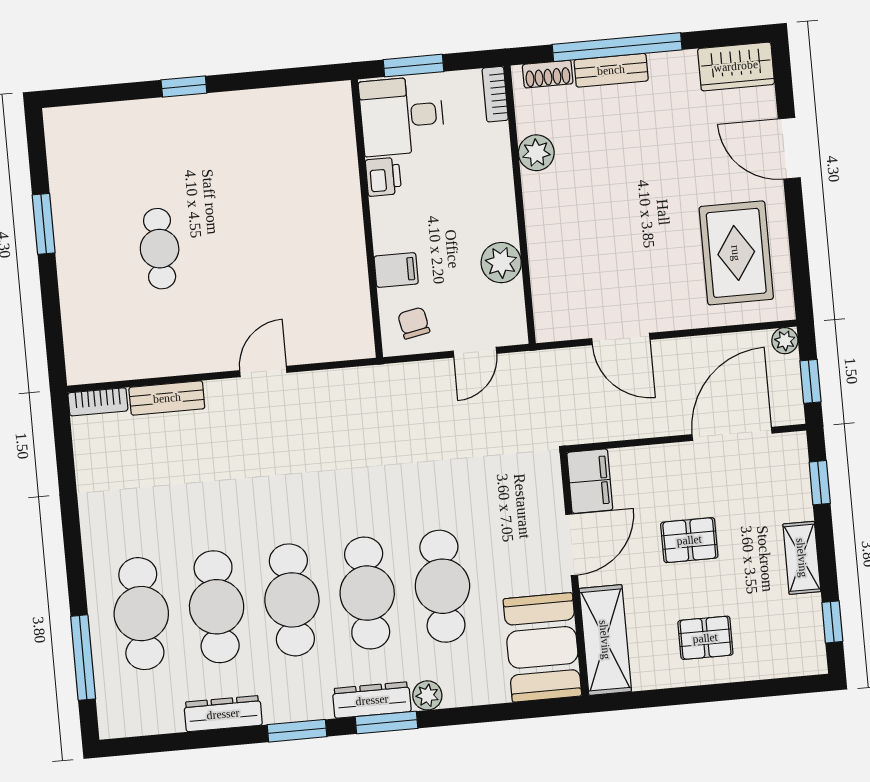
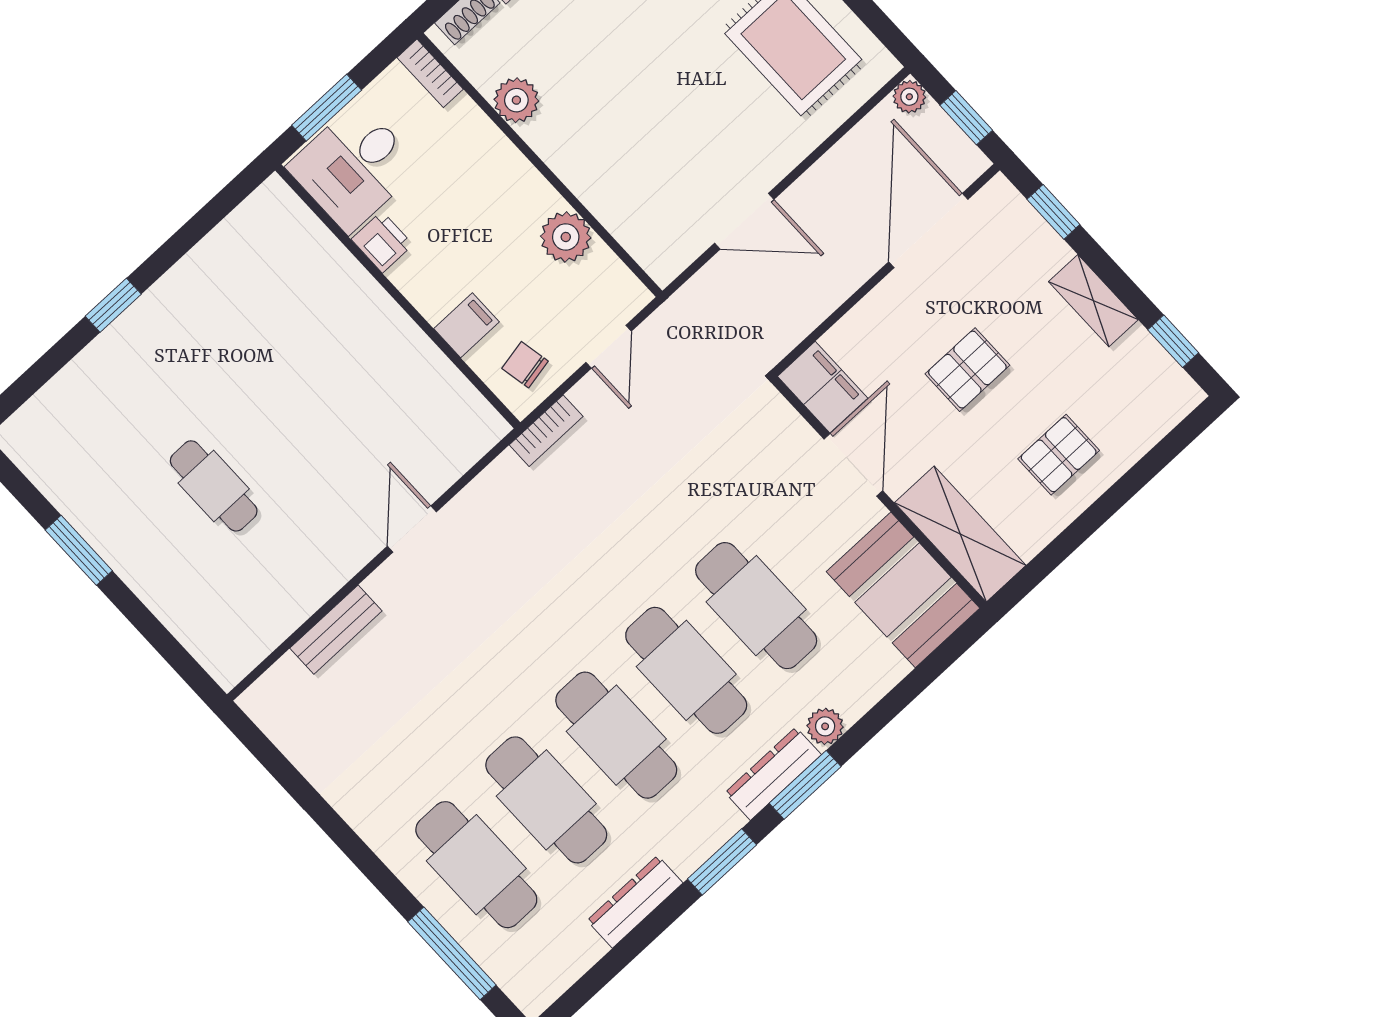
bookcase: (98, 402) -> (546, 431), moved

